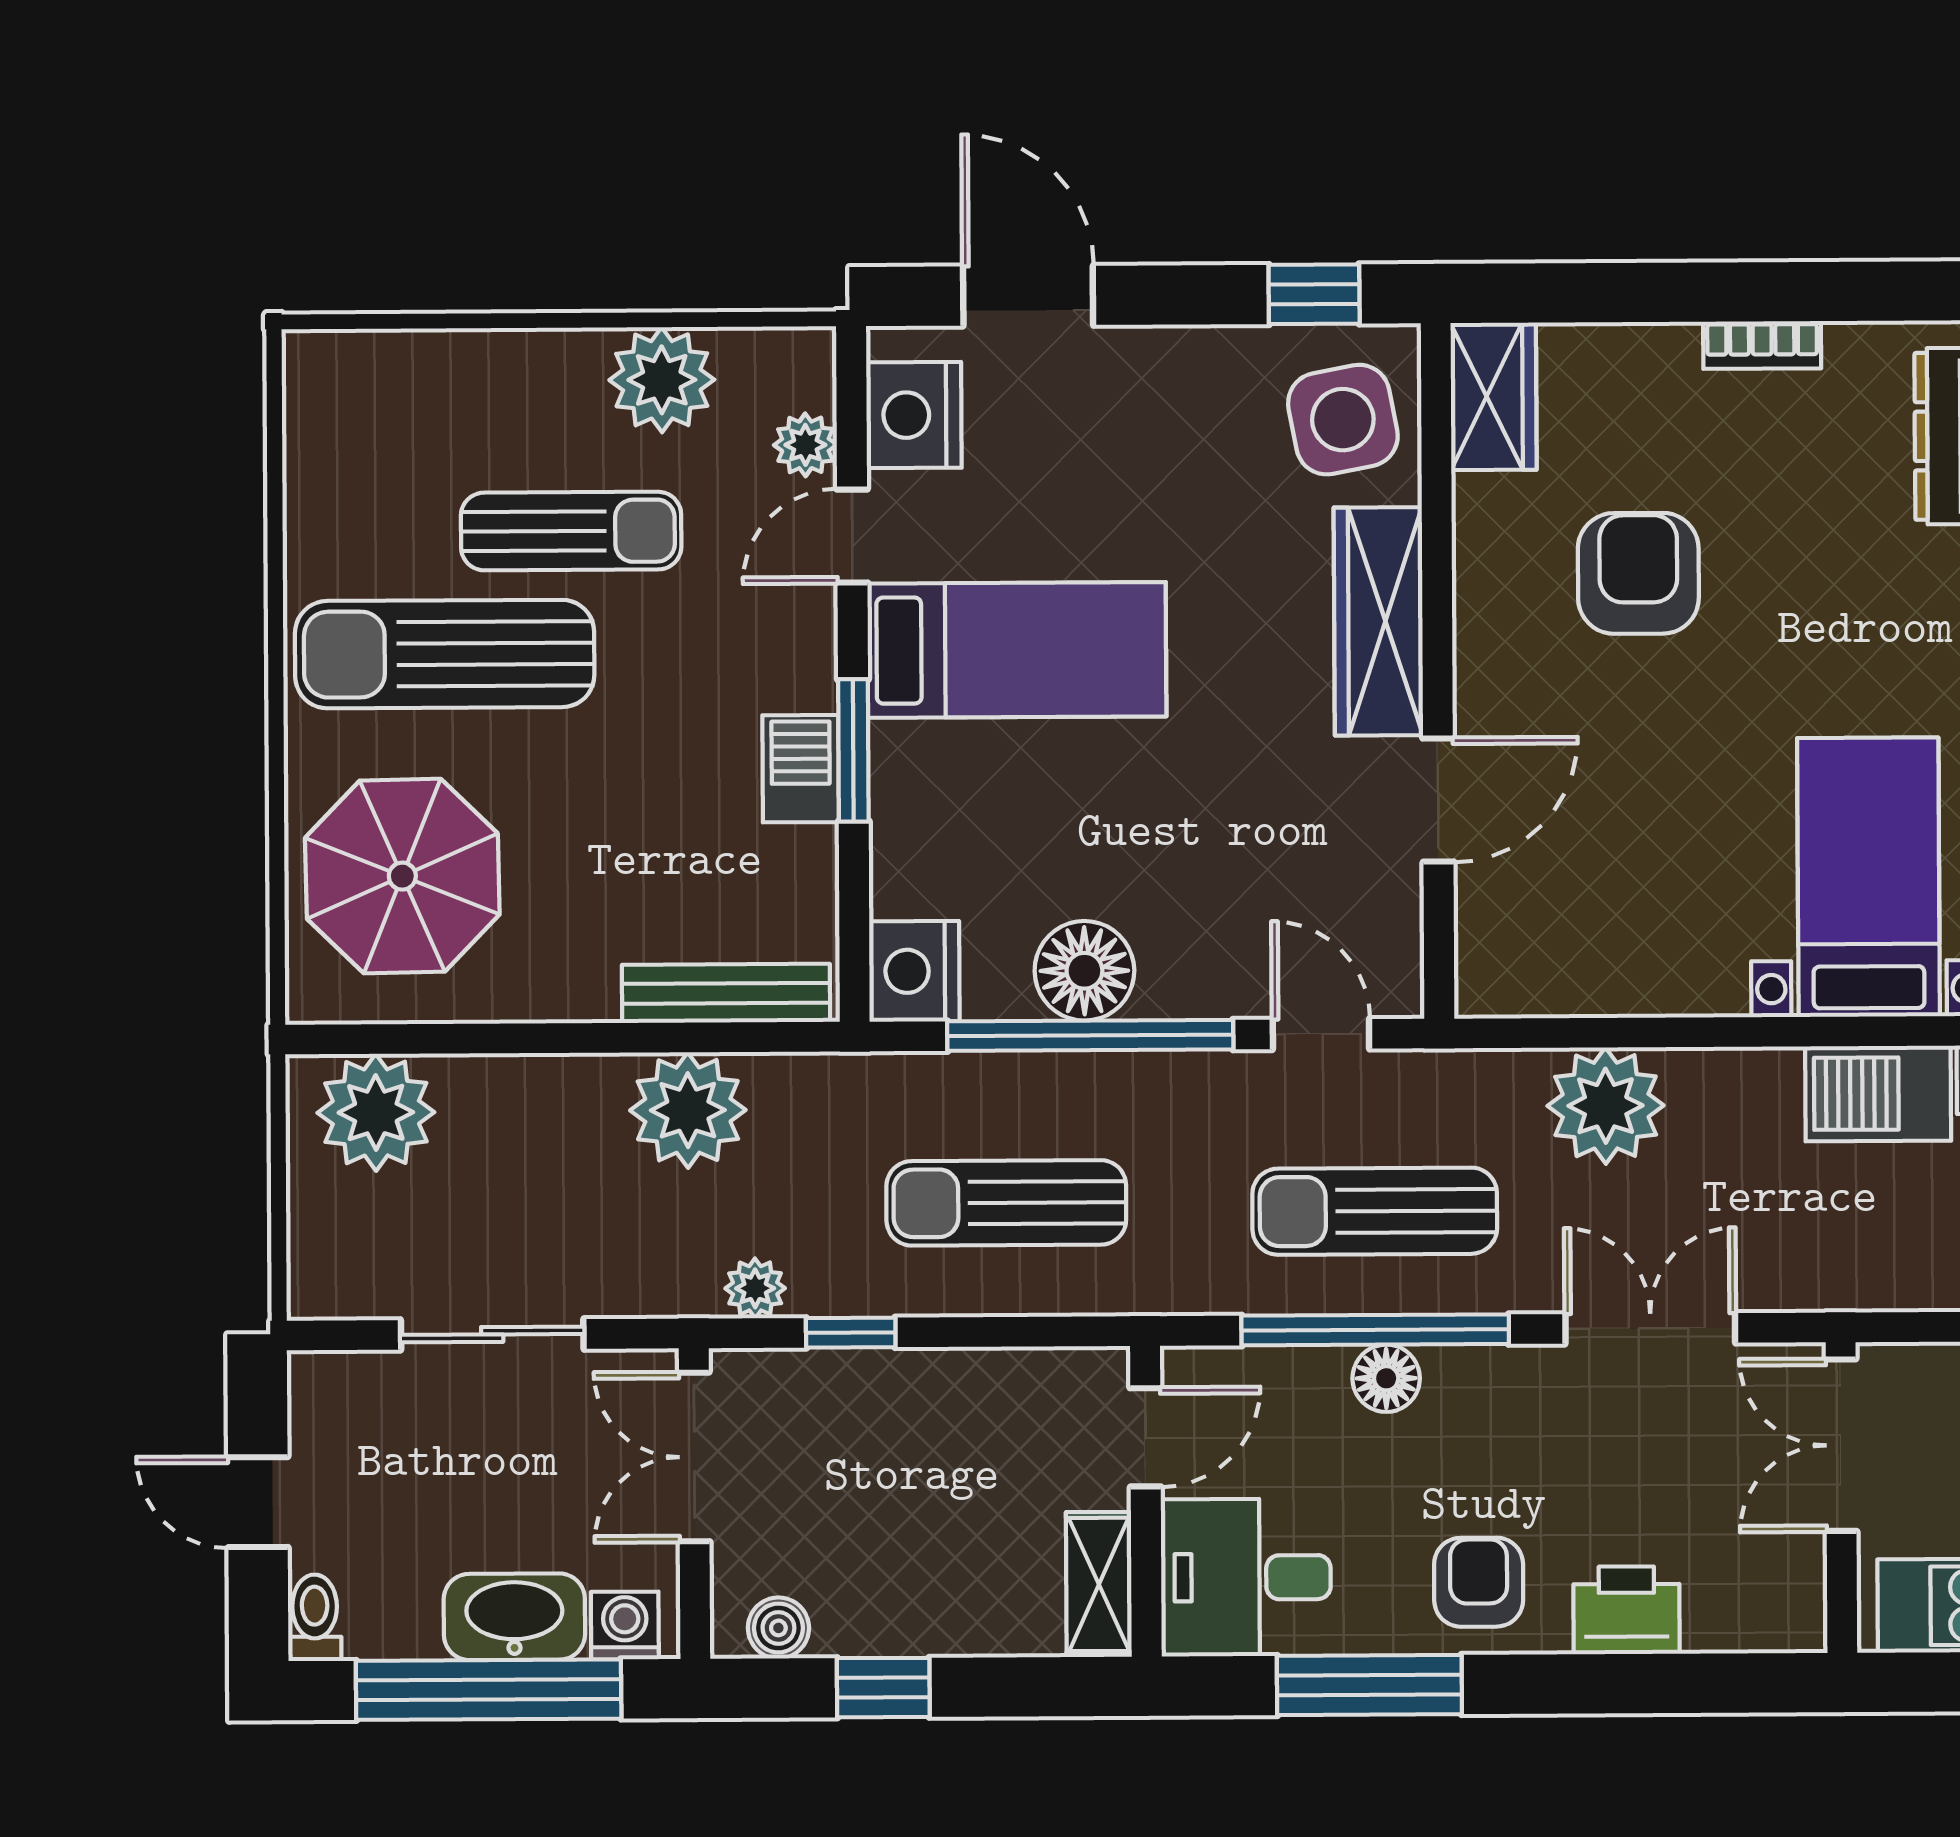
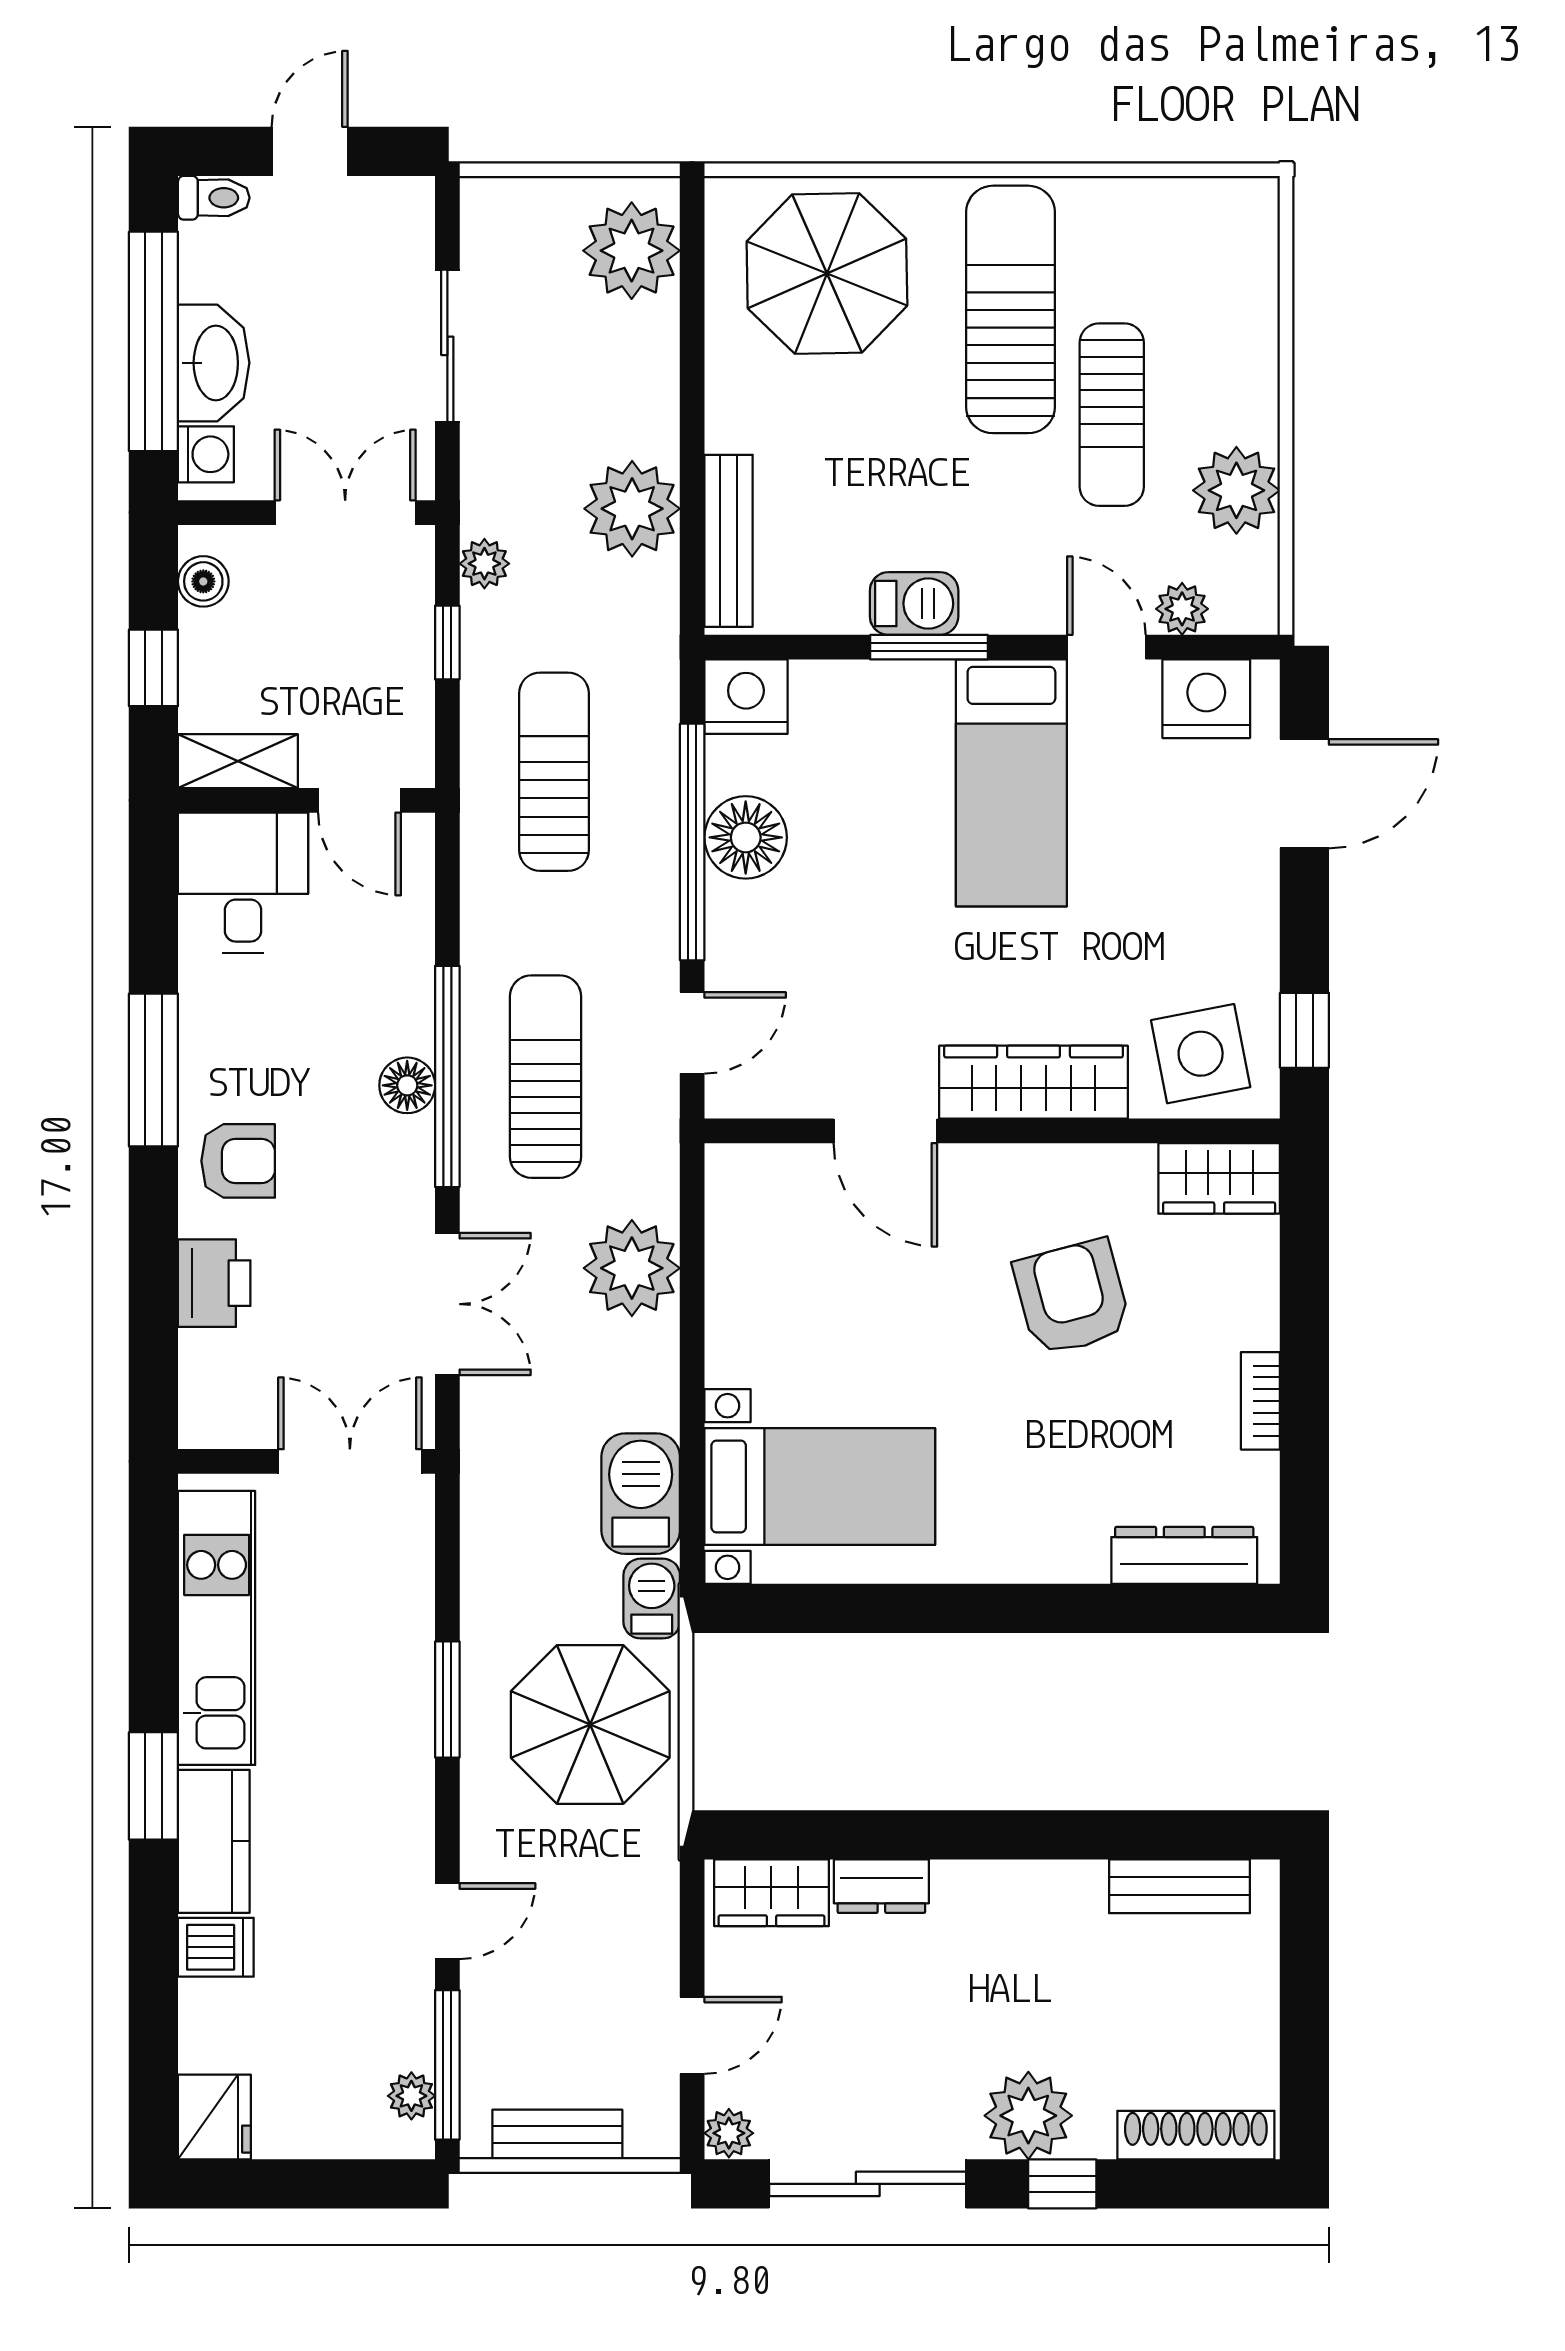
armchair: (1638, 573) -> (1072, 1297), turned -105
door: (1146, 1437) -> (359, 800), moved
wall: (1146, 1501) -> (307, 800), moved
desk: (1246, 1577) -> (243, 883), moved
shelving: (1099, 1584) -> (238, 761), moved

